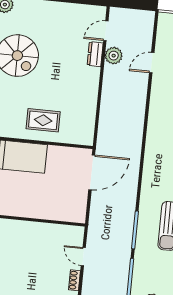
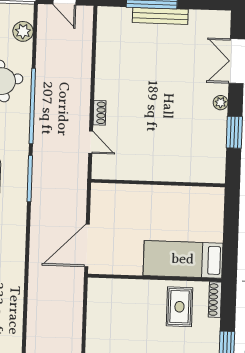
rug: (43, 120) -> (179, 307), moved, turned 90

